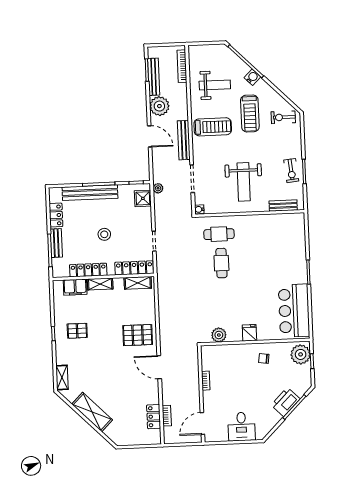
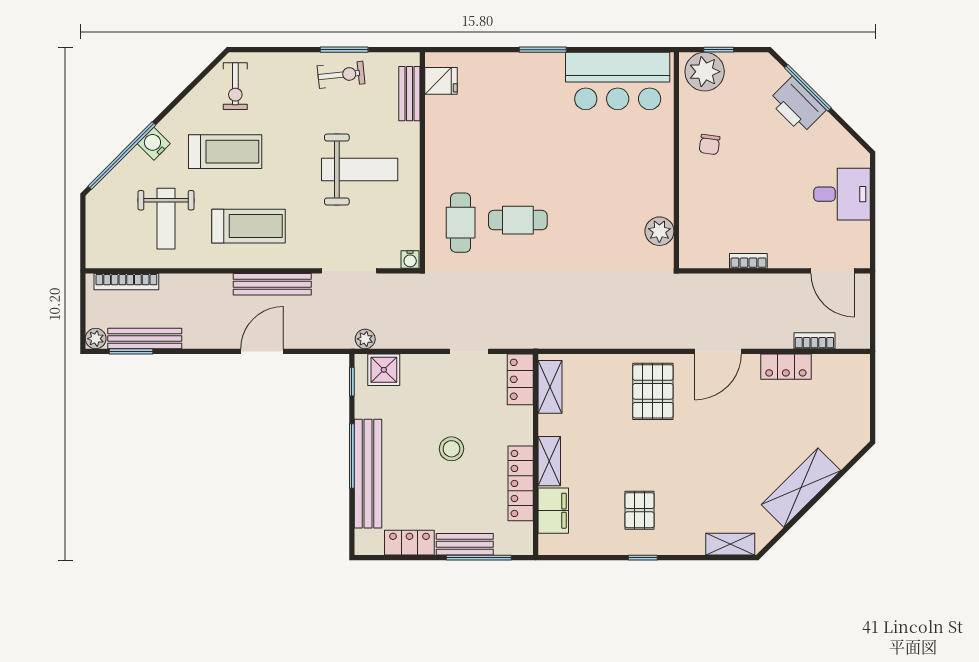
weight bench: (215, 85) -> (166, 219), turned 180
plant: (159, 106) -> (96, 339), moved, width x0.53, depth x0.53
treadmill: (213, 127) -> (248, 226), turned 90
locker: (134, 268) -> (520, 379), width x0.66
fridge: (249, 333) -> (441, 81), moved, turned 180
locker: (154, 417) -> (786, 367), moved

